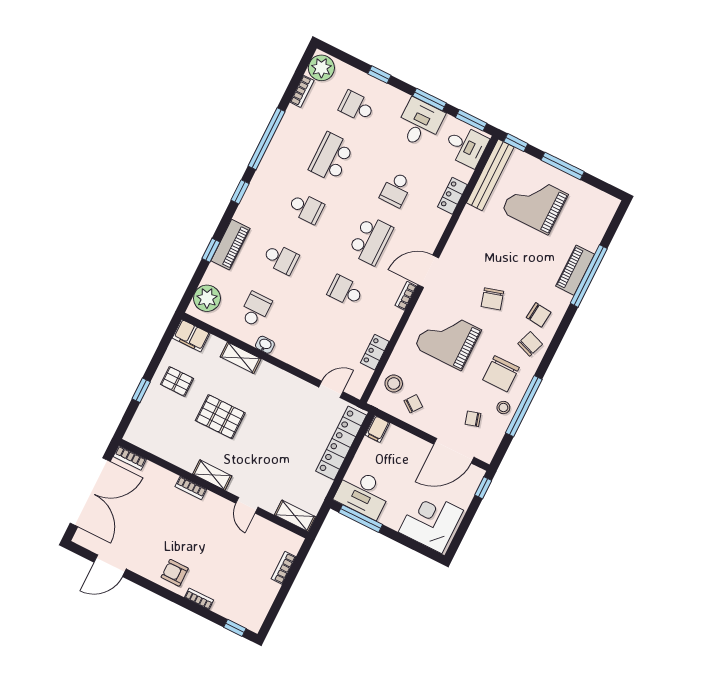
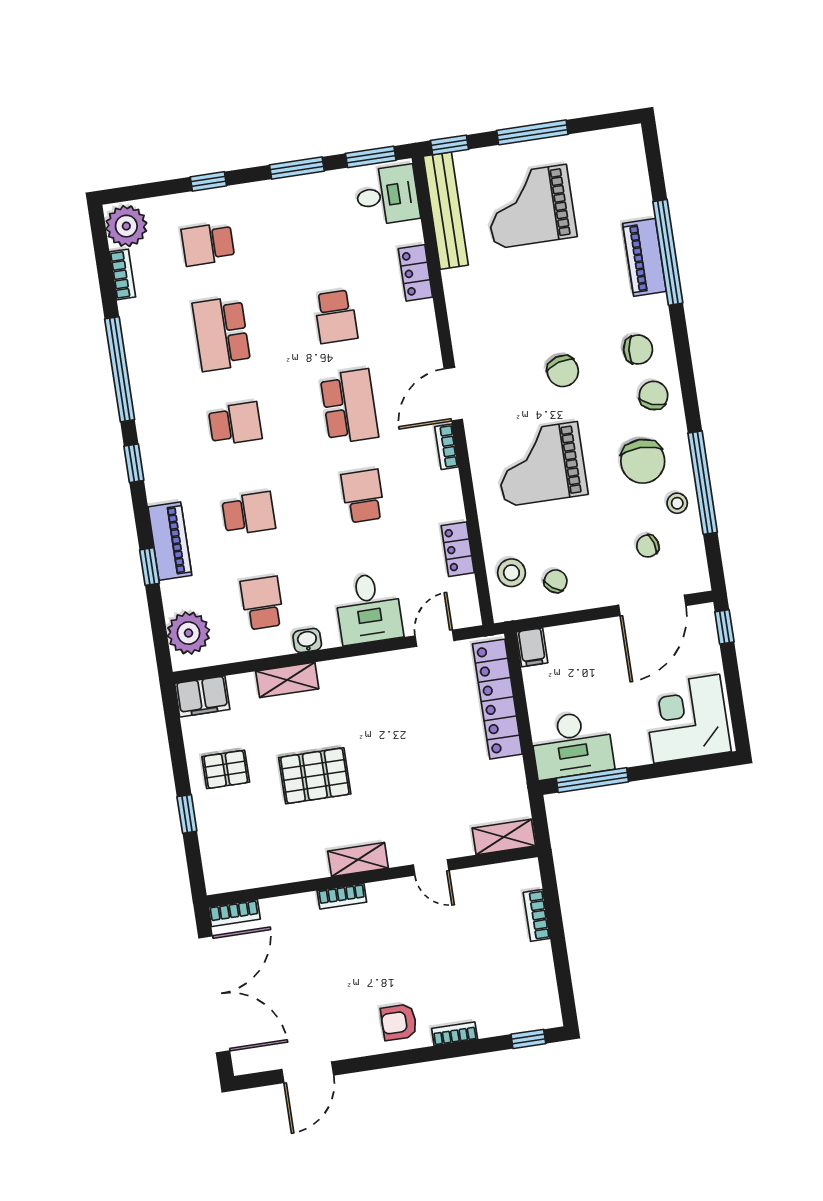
desk: (420, 123) -> (369, 609), moved, turned 180
school desk: (345, 291) -> (363, 496), turned 90

